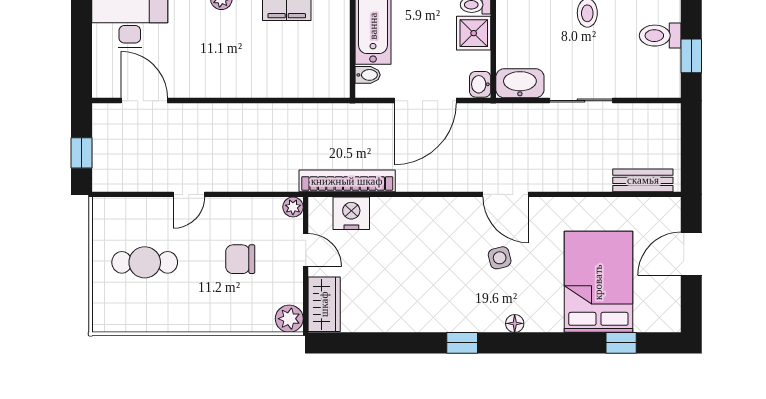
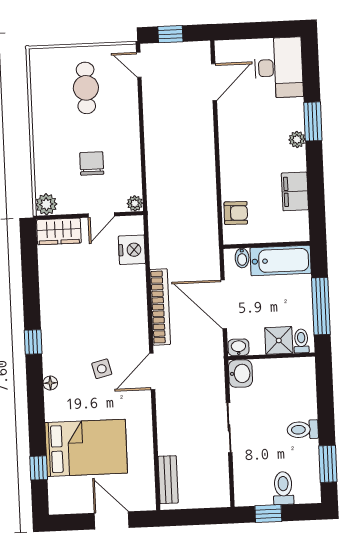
armchair: (311, 80) -> (236, 213), added
washbasin: (520, 83) -> (240, 374), width x0.72
bookcase: (347, 181) -> (160, 307), moved
door: (189, 194) -> (139, 65), moved

